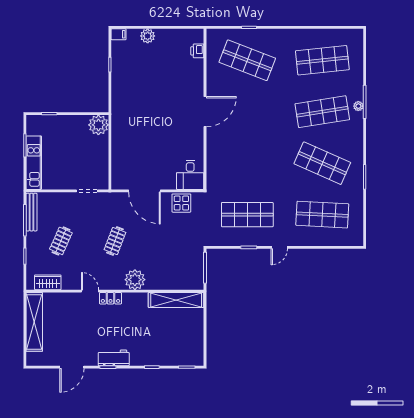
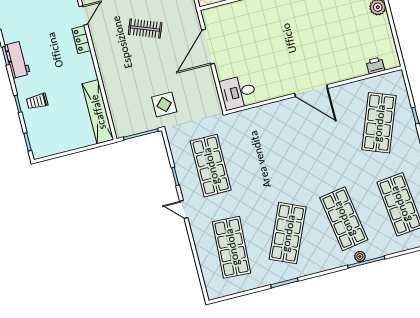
display table: (181, 203) -> (164, 104), moved
plant: (135, 280) -> (108, 61), removed
trolley: (154, 350) -> (37, 101), added

